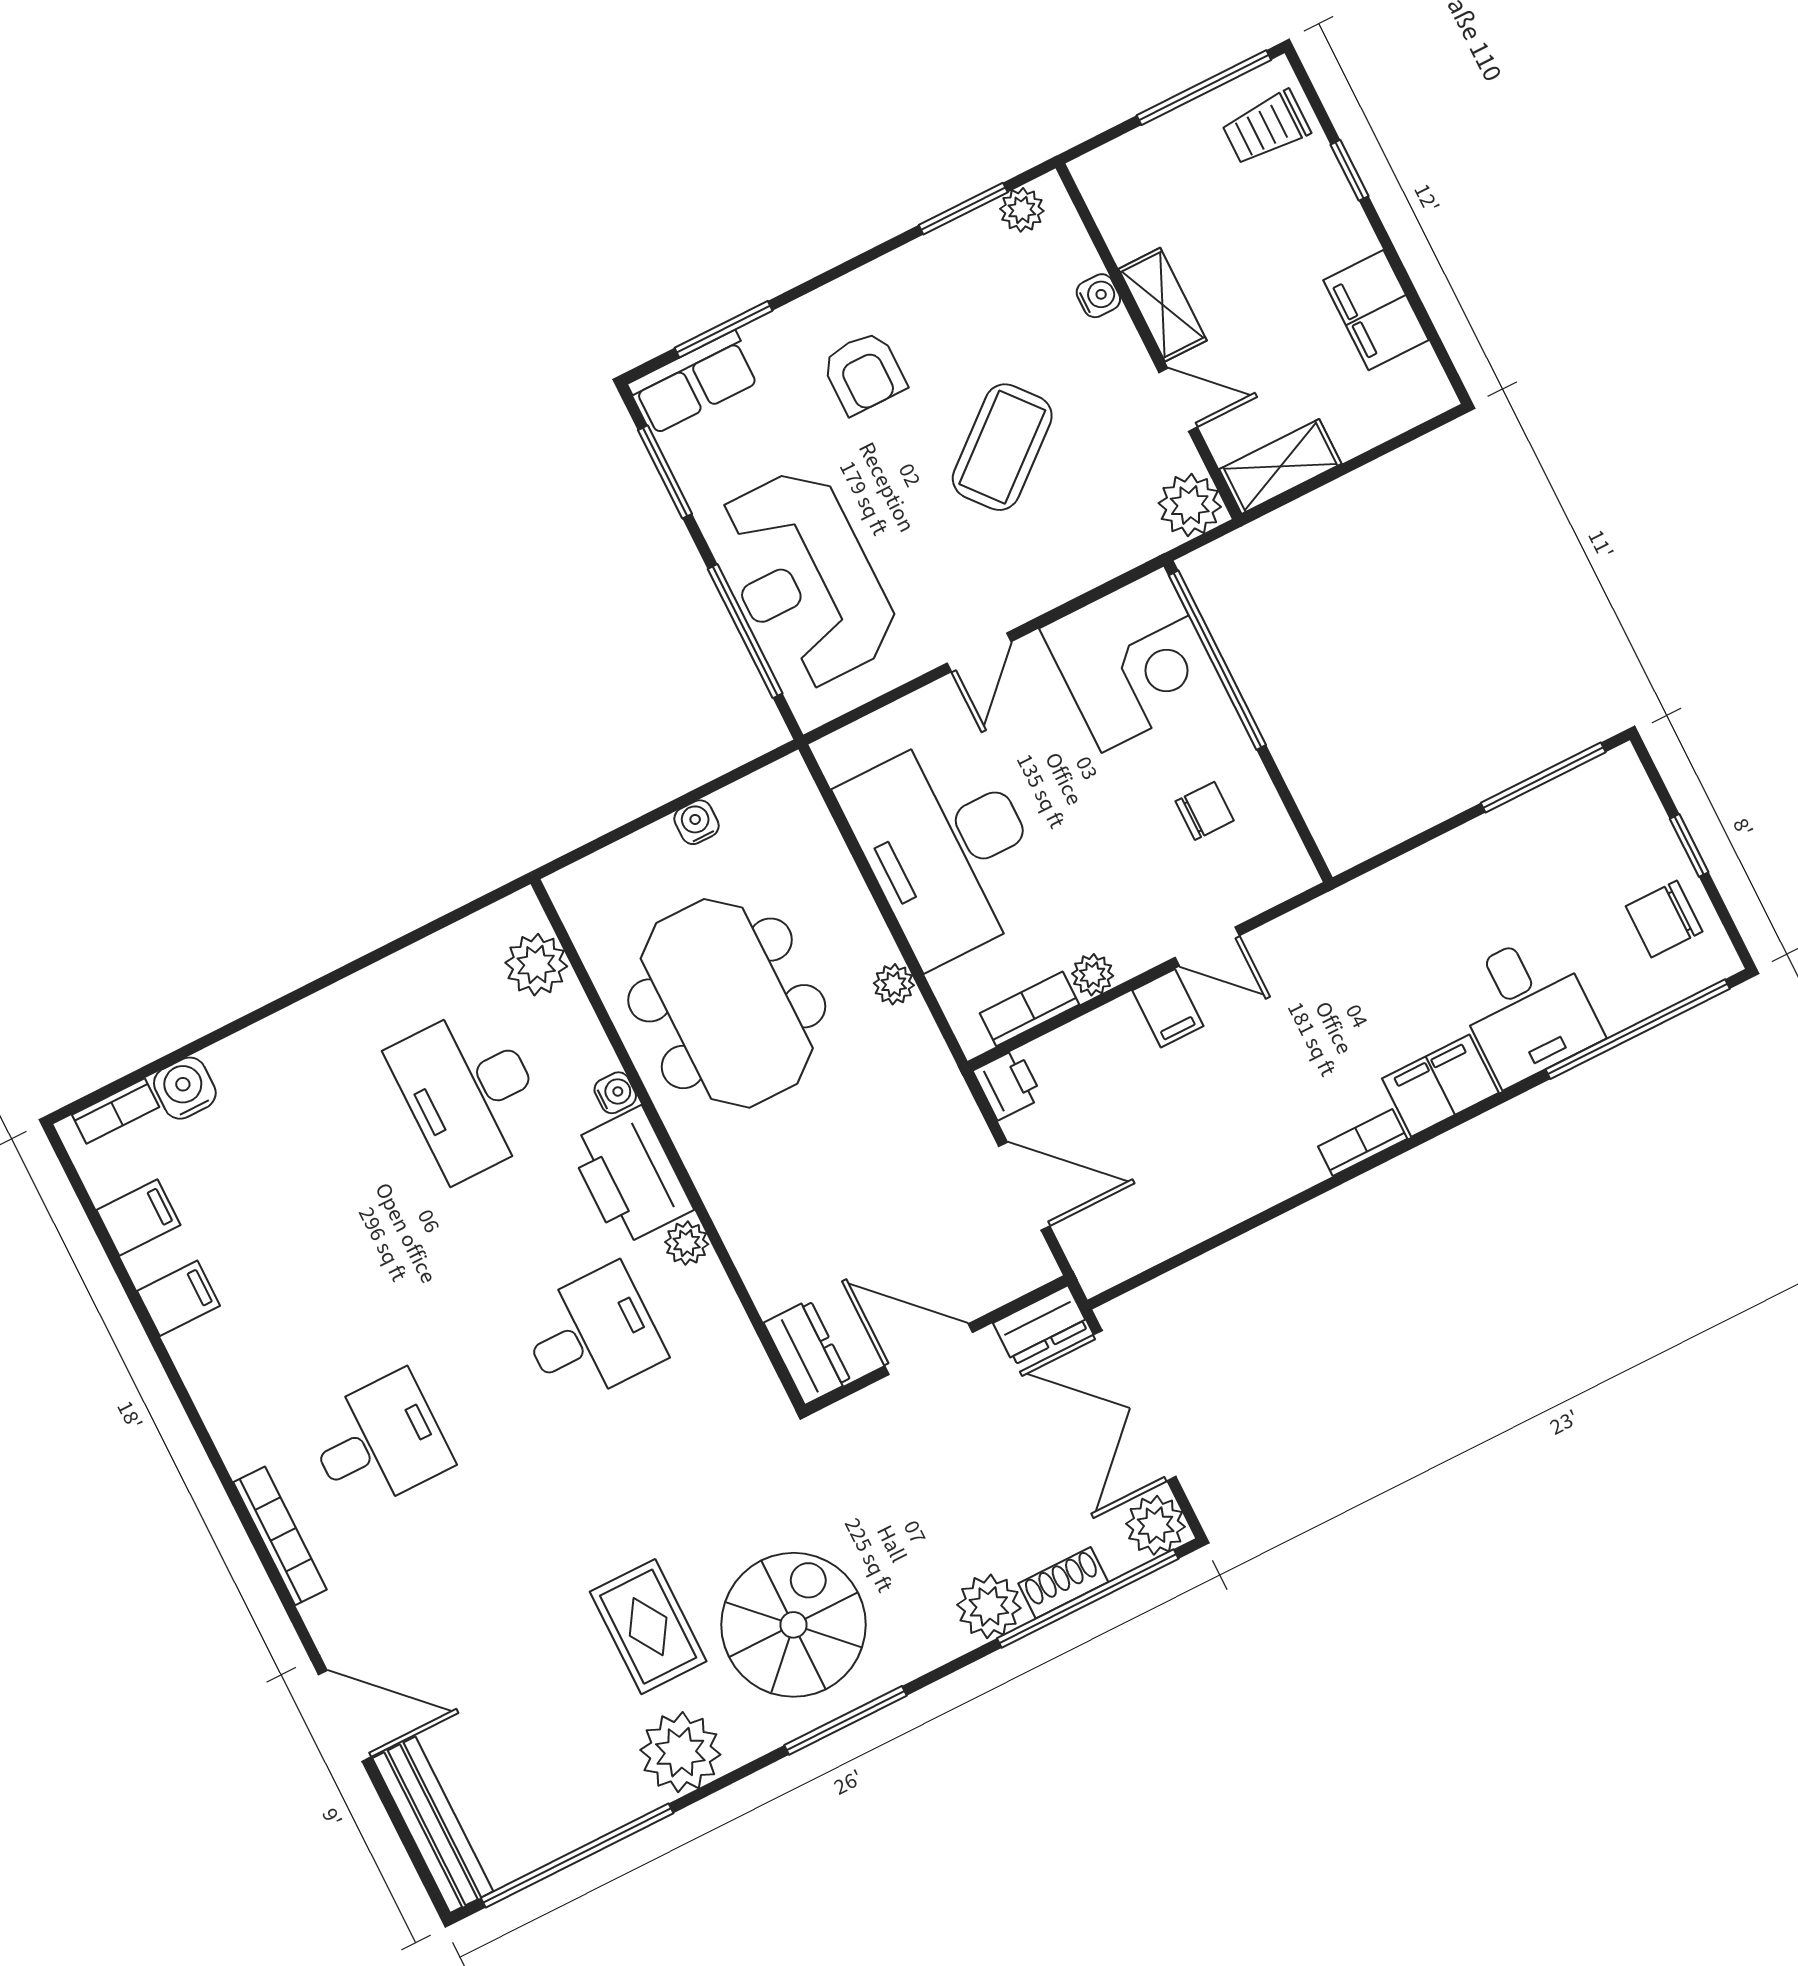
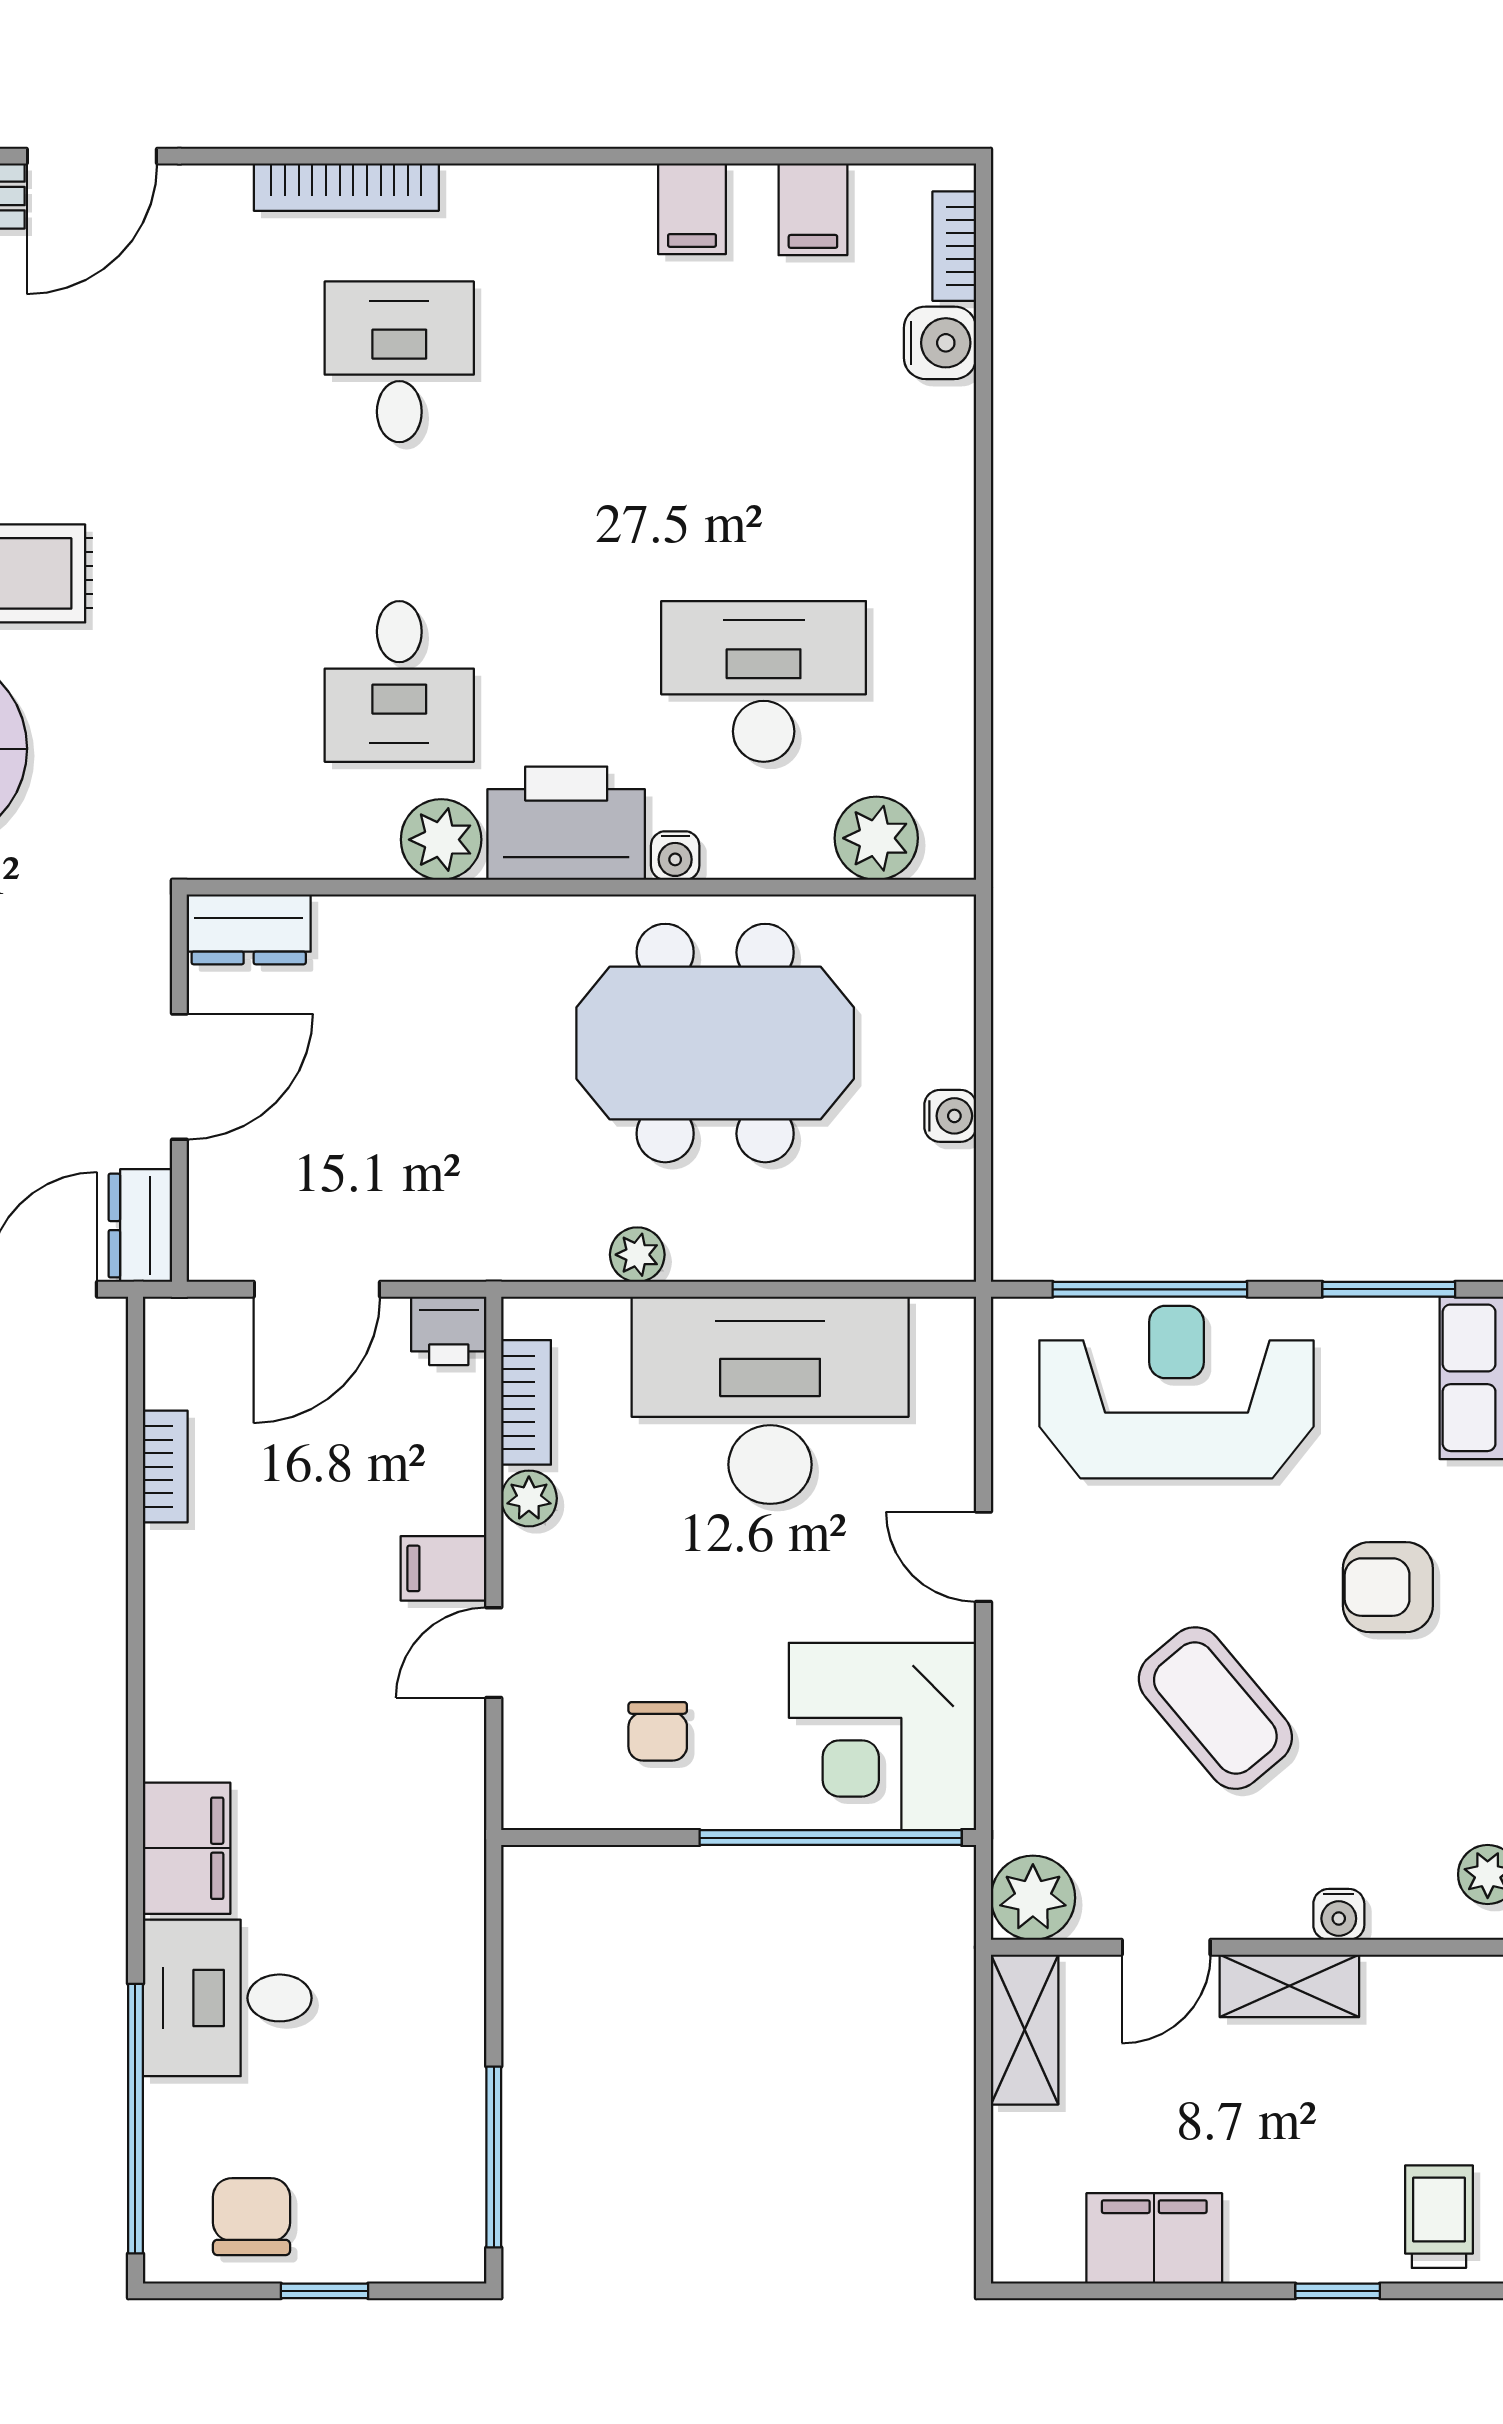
bookcase: (1363, 1143) -> (165, 1467), moved
plant: (687, 1243) -> (441, 840), width x1.38, depth x1.38
desk: (379, 1442) -> (399, 362), turned 180

